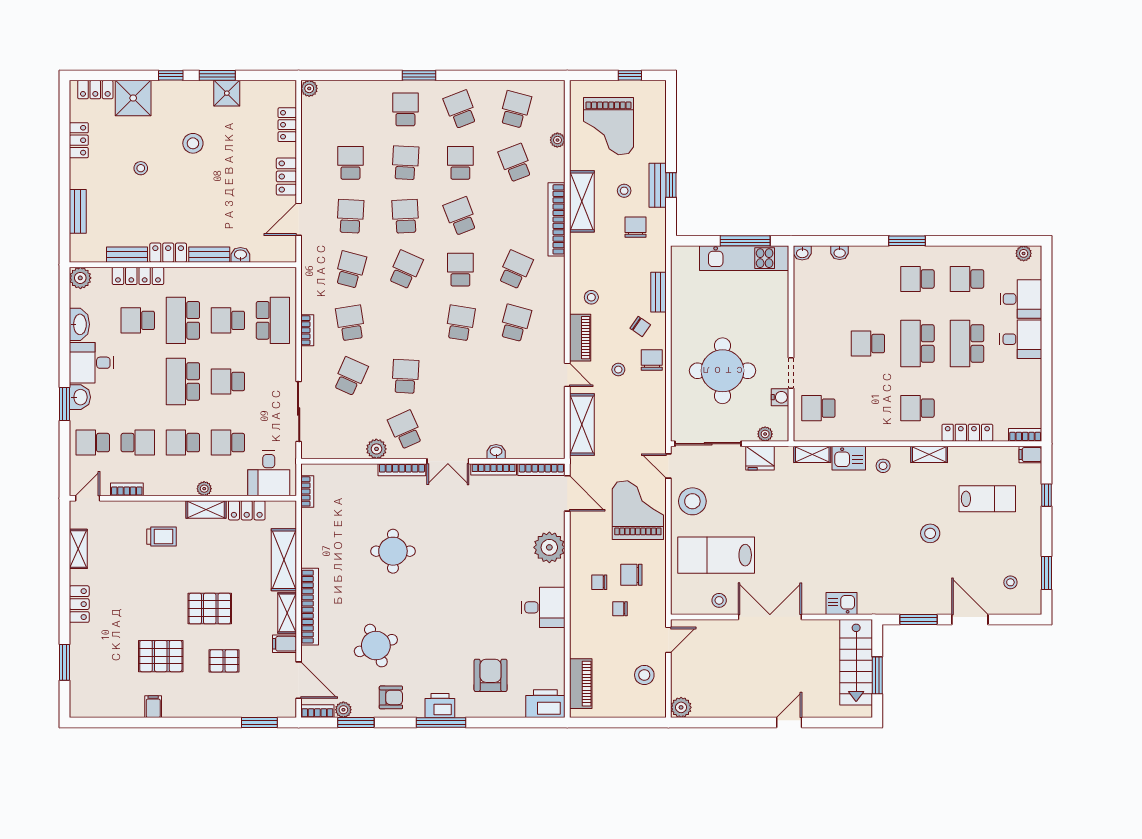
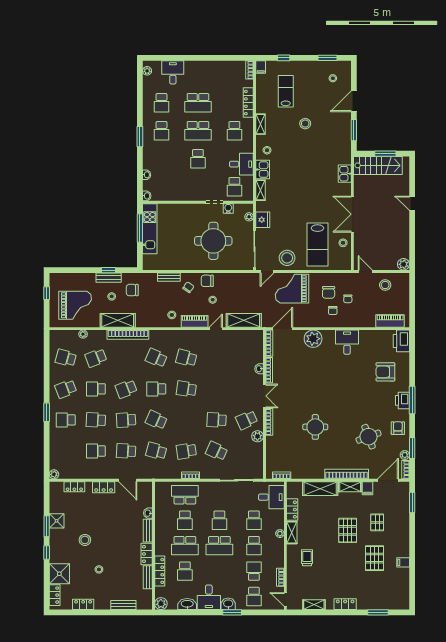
desk: (1021, 339) -> (241, 164), moved, turned 90

